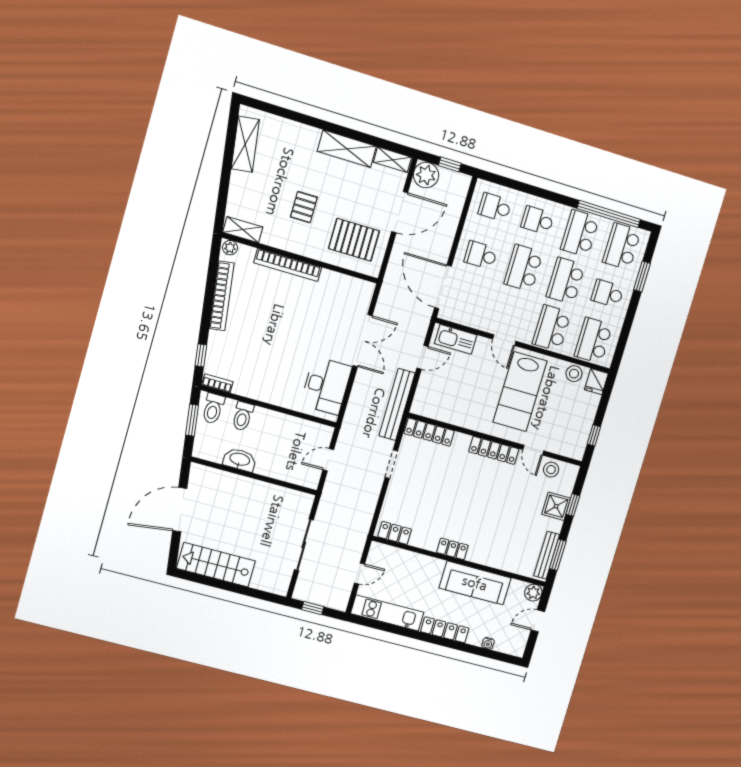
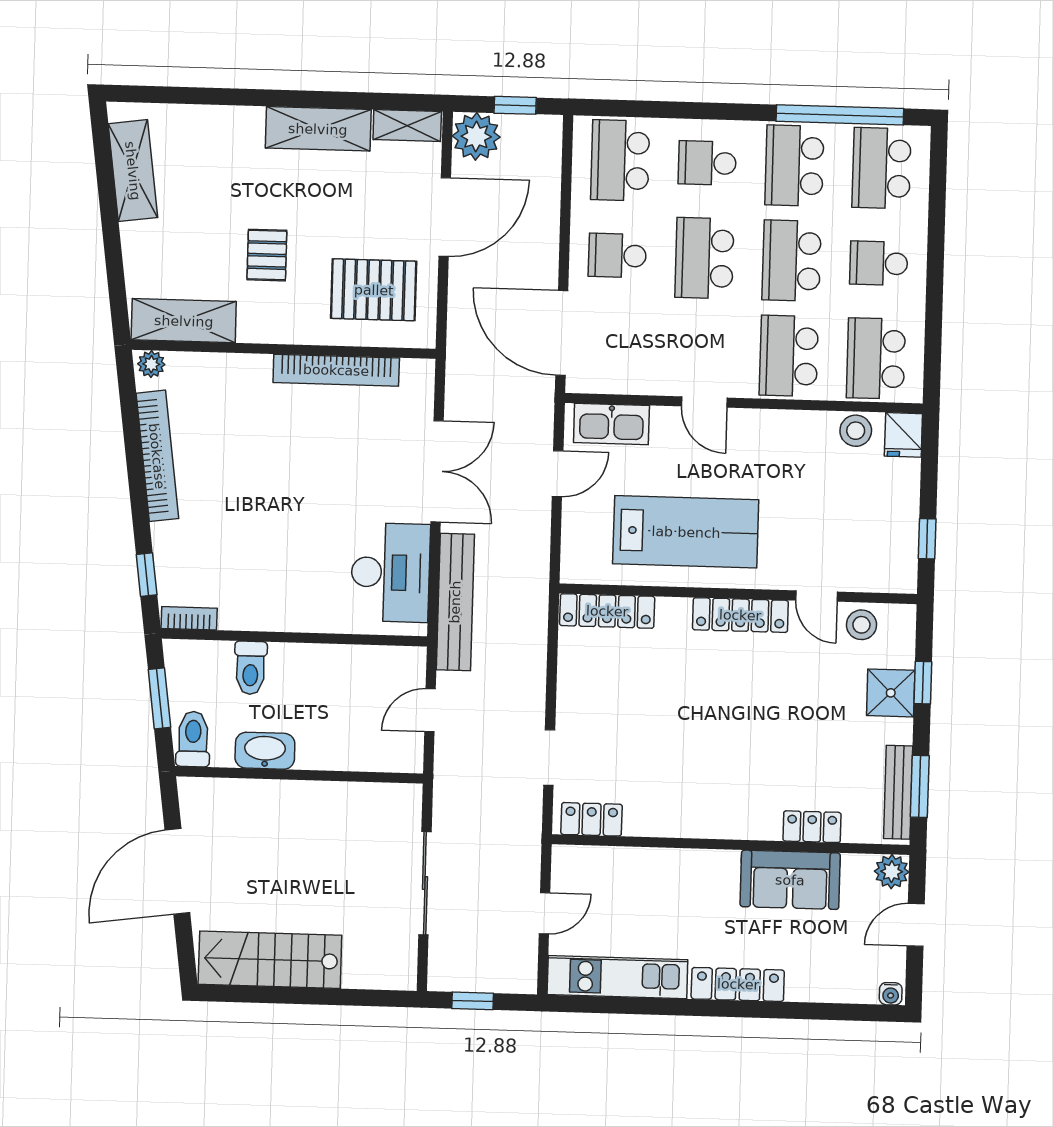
school desk: (495, 207) -> (620, 160), width x1.85
shelving: (243, 230) -> (184, 321), width x1.50, depth x1.33
bookcase: (288, 265) -> (336, 370), moved
window: (642, 277) -> (937, 214), removed
lab bench: (520, 392) -> (686, 532), moved, turned -90
bench: (397, 404) -> (455, 602), moved
toilet: (213, 409) -> (193, 739), moved, turned 180
doorway: (391, 464) -> (549, 758), moved
locker: (452, 549) -> (812, 827), moved
sofa: (475, 583) -> (790, 880), width x0.73
water cooler: (488, 643) -> (891, 994), moved

